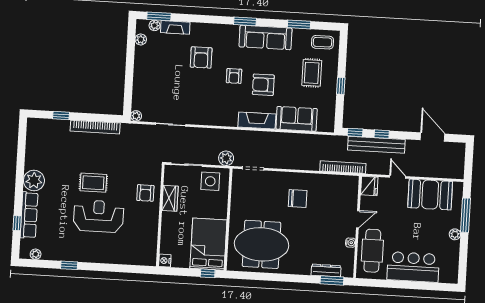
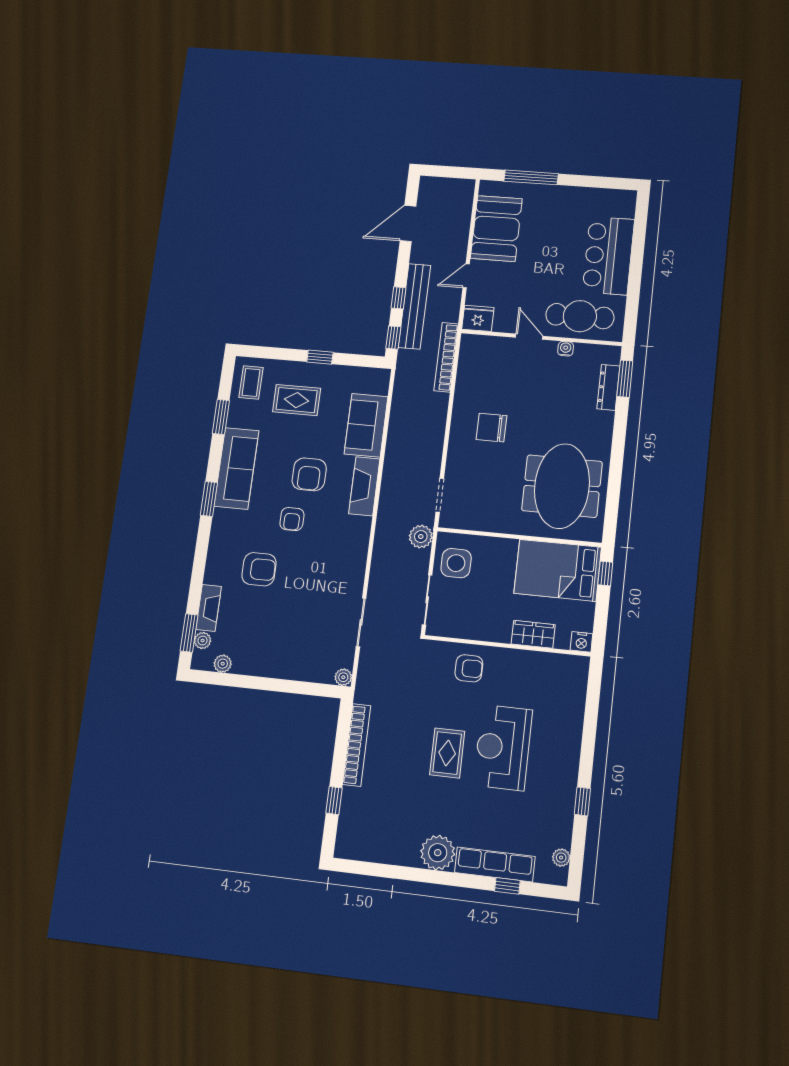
armchair: (234, 76) -> (292, 519), turned 90
wardrobe: (170, 198) -> (533, 634), moved
chair: (298, 199) -> (491, 428), turned -90
plant: (455, 234) -> (560, 193), removed

